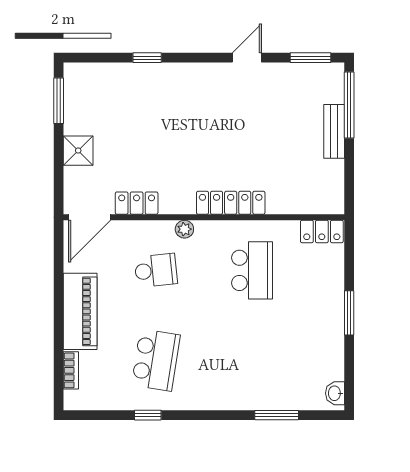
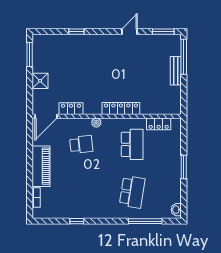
locker: (322, 232) -> (159, 124), moved
school desk: (156, 360) -> (132, 192), moved
window: (277, 415) -> (145, 221), width x1.44

